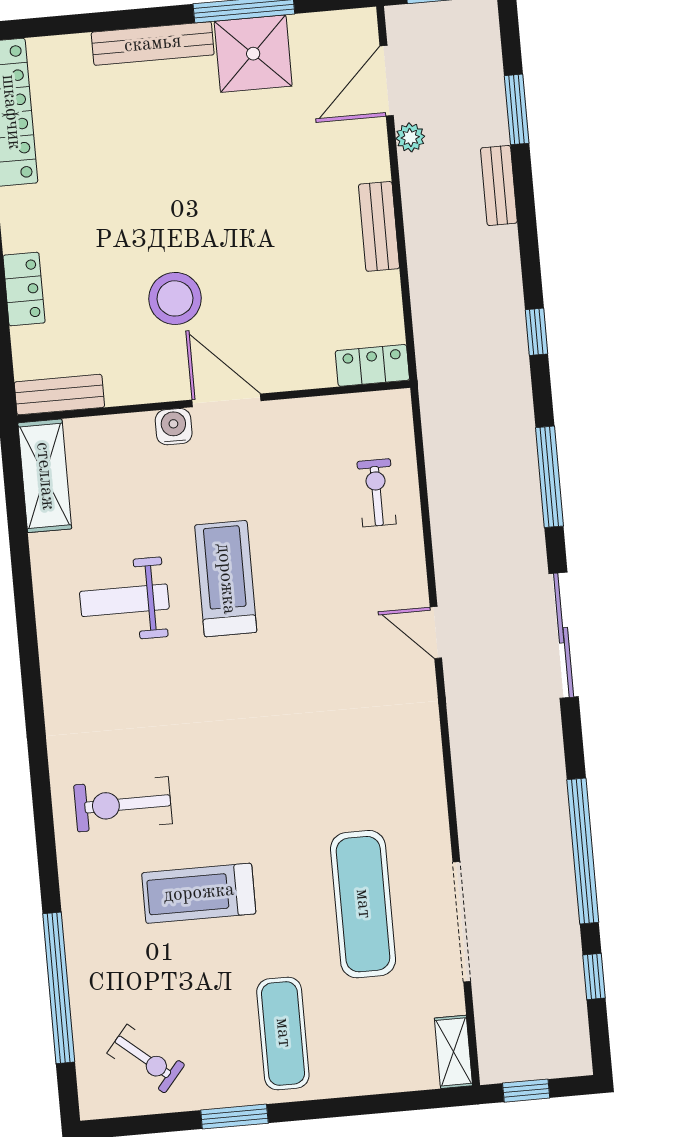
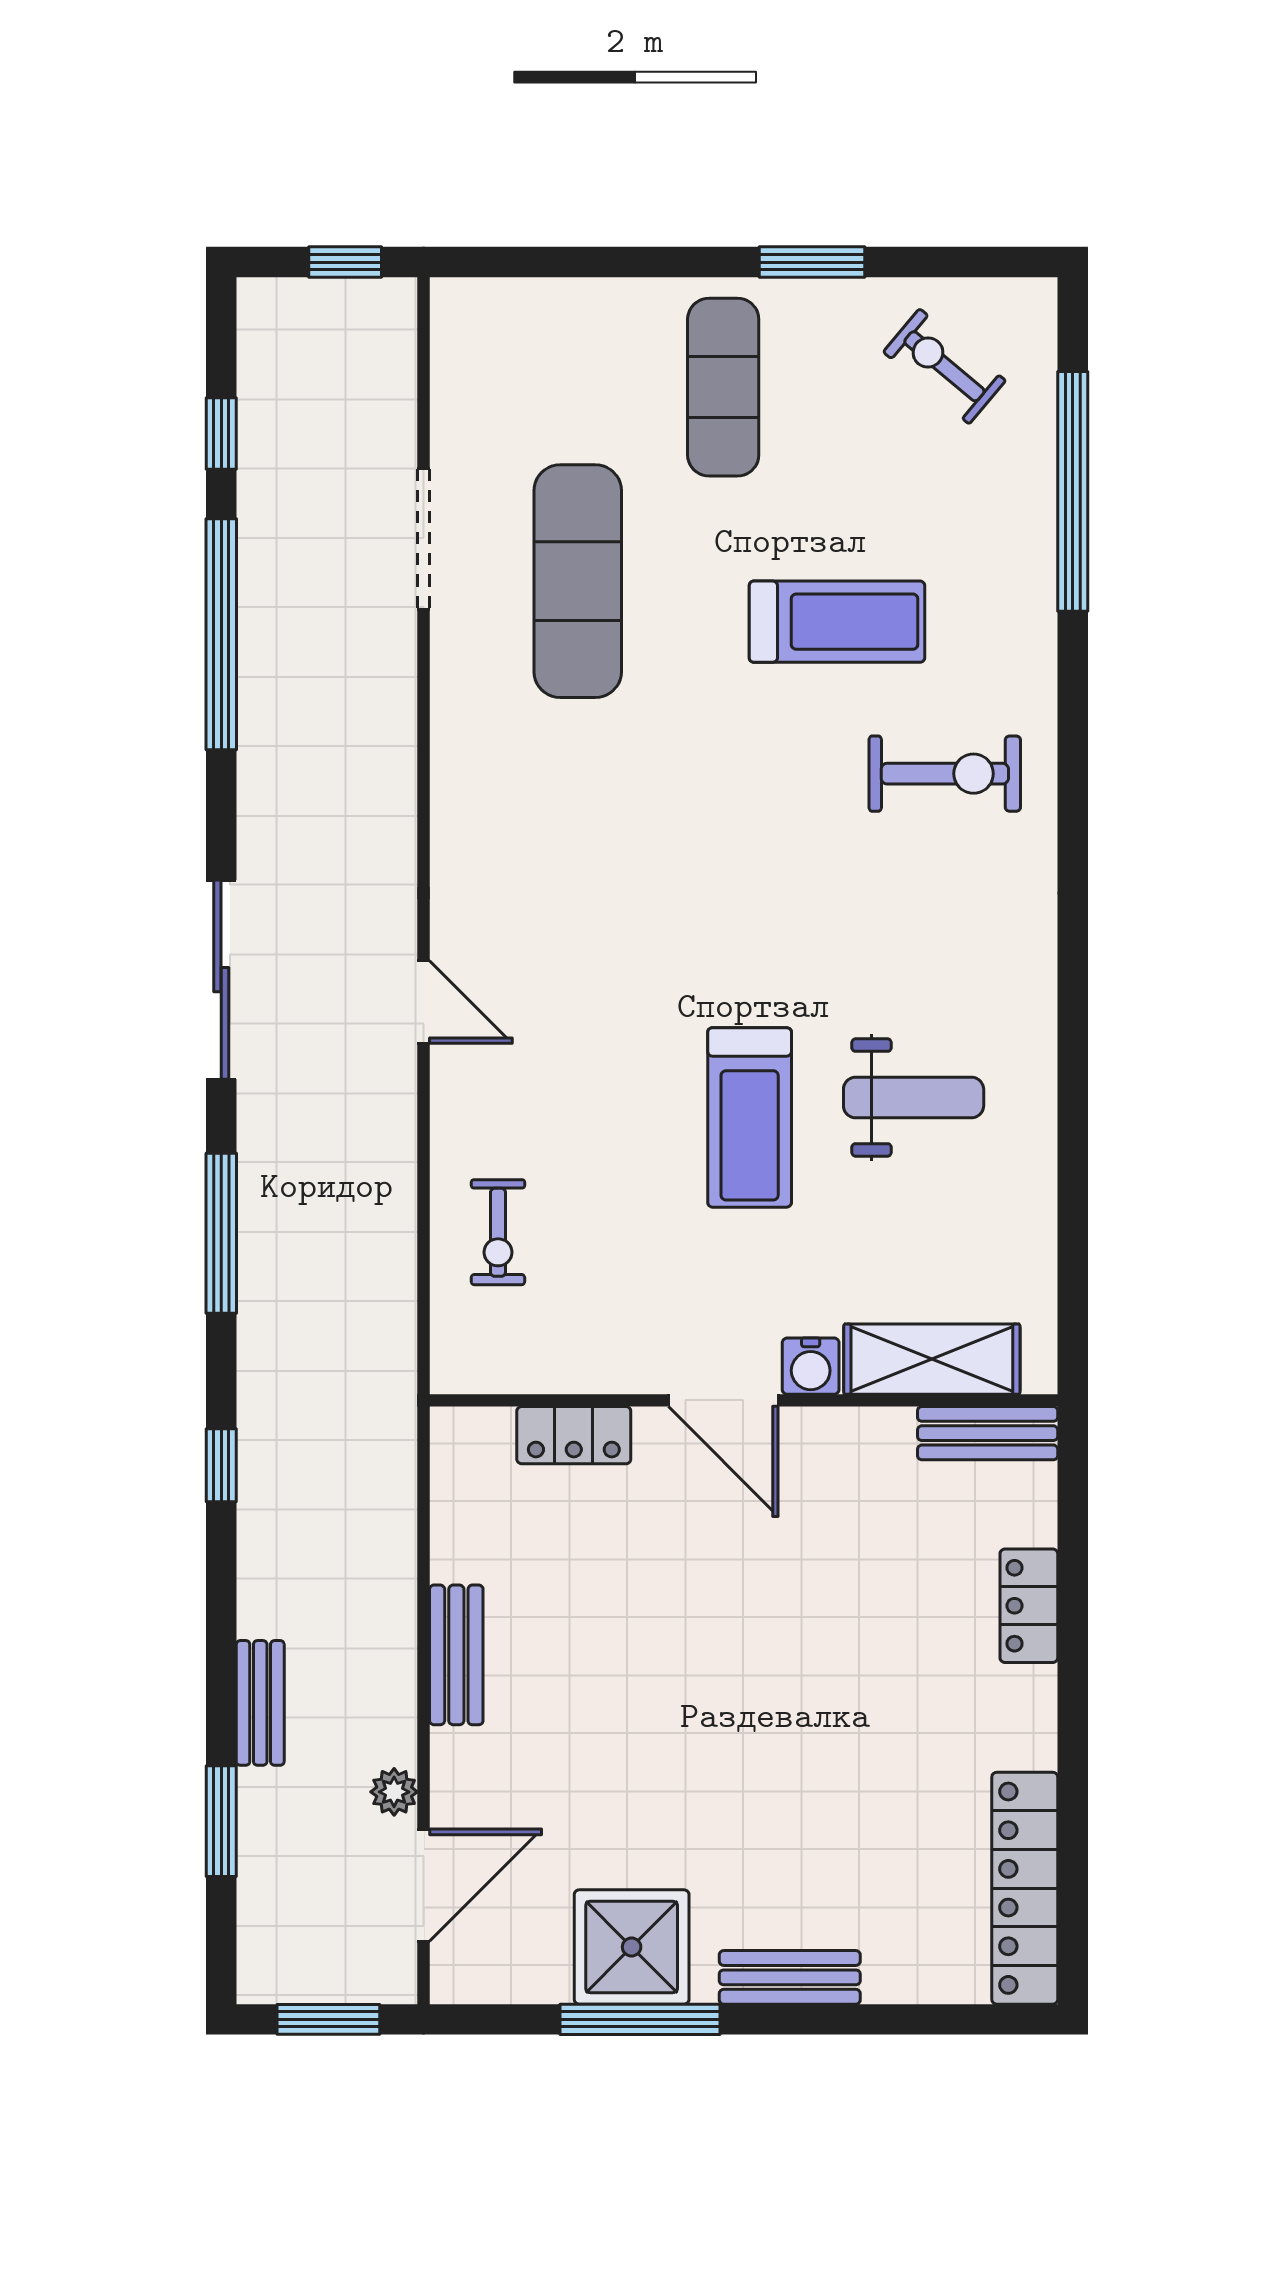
bench: (153, 44) -> (790, 1977), width x0.73
stool: (175, 298) -> (790, 1569), removed
locker: (372, 365) -> (574, 1435), moved
shelving: (45, 476) -> (932, 1359), moved, turned 90
doorway: (462, 922) -> (424, 539), width x0.73
shelving: (453, 1052) -> (455, 334), removed

